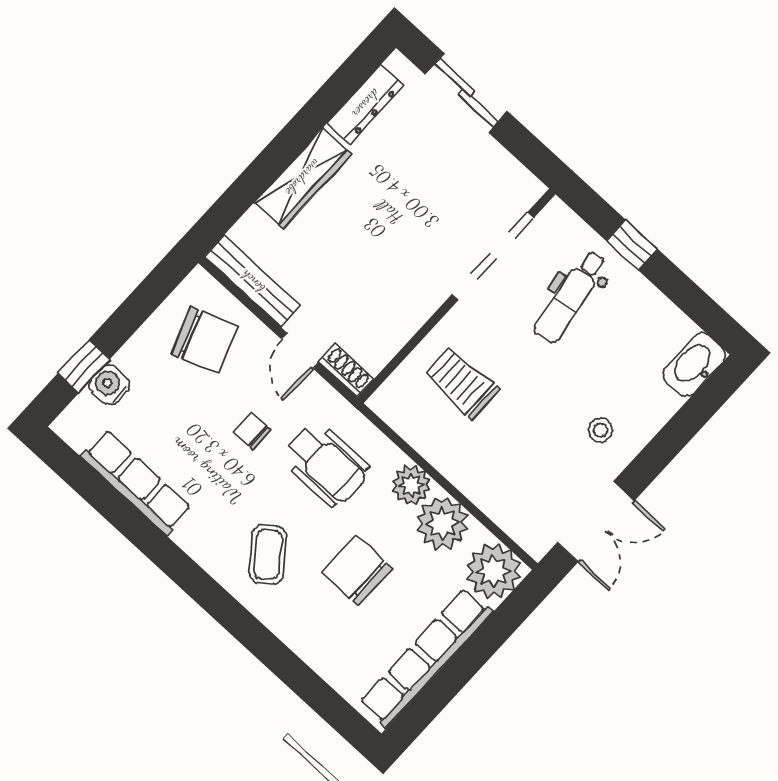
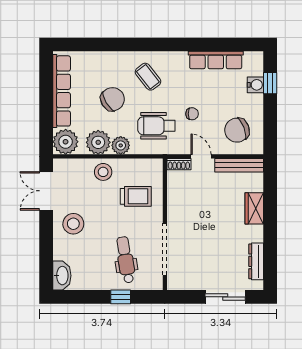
wardrobe: (303, 178) -> (254, 208), width x0.67
stool: (600, 430) -> (73, 224), width x1.89, depth x1.89
stool: (478, 469) -> (103, 172), added
chair: (357, 570) -> (113, 99), turned -31

